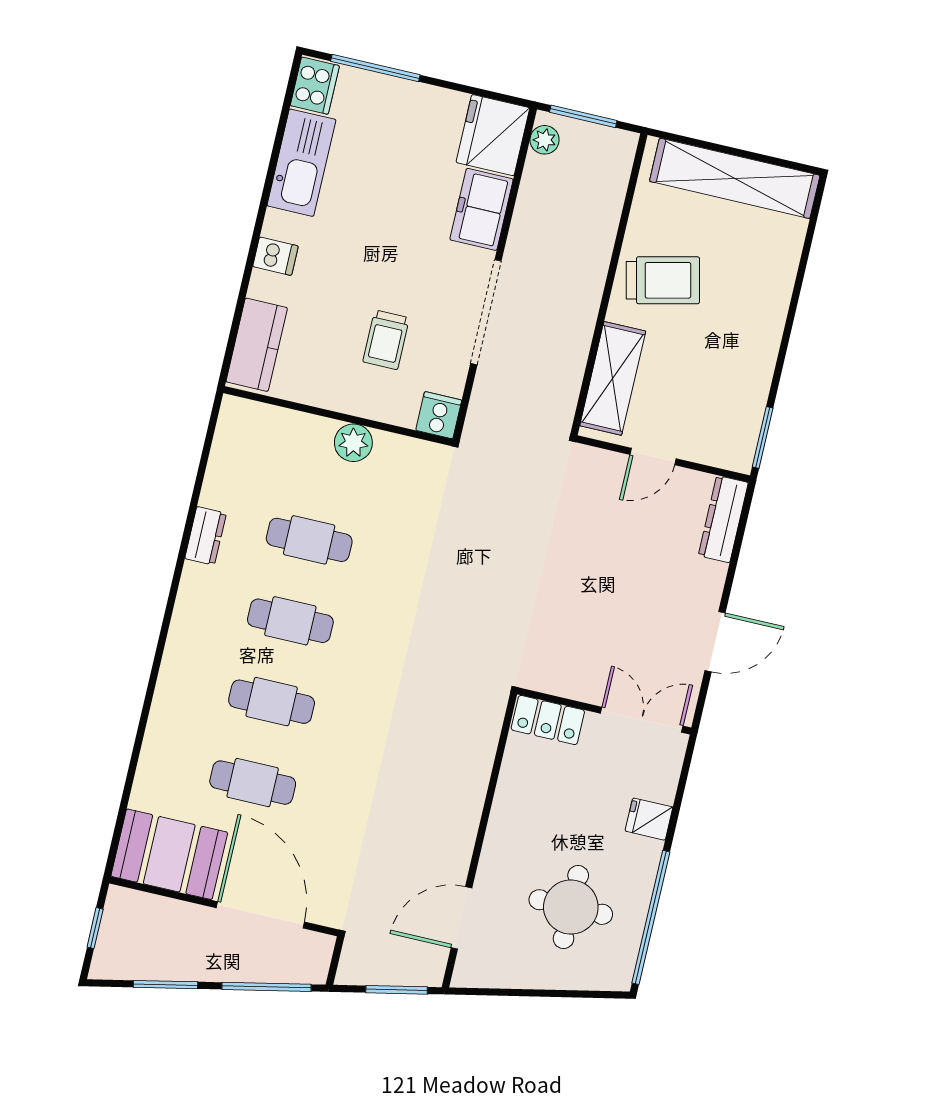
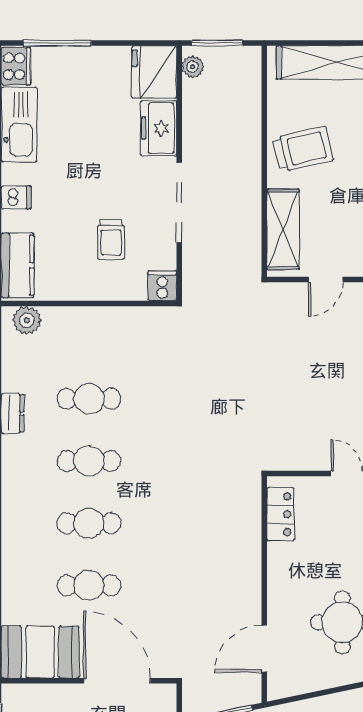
plant: (353, 443) -> (27, 320), moved
locker: (548, 720) -> (280, 514), moved, turned -90

